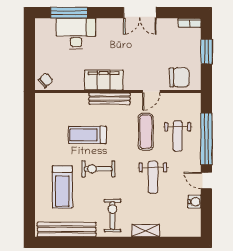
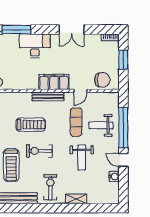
desk: (76, 34) -> (35, 46), moved
filing cabinet: (104, 80) -> (54, 82), moved
treadmill: (87, 135) -> (31, 125), turned 180
weight bench: (178, 136) -> (101, 125), turned 90

